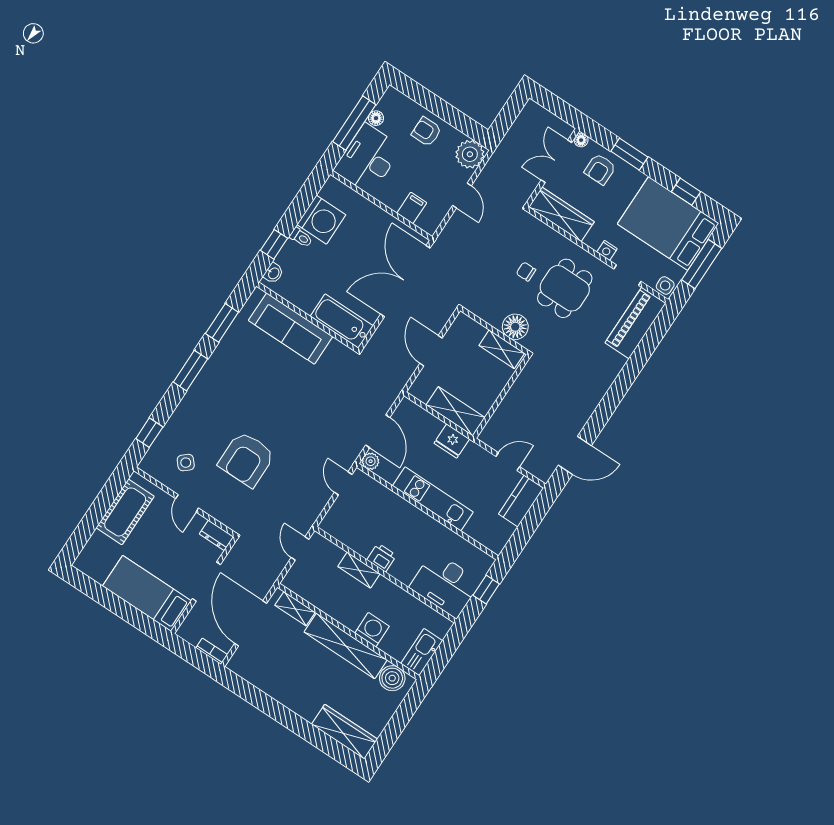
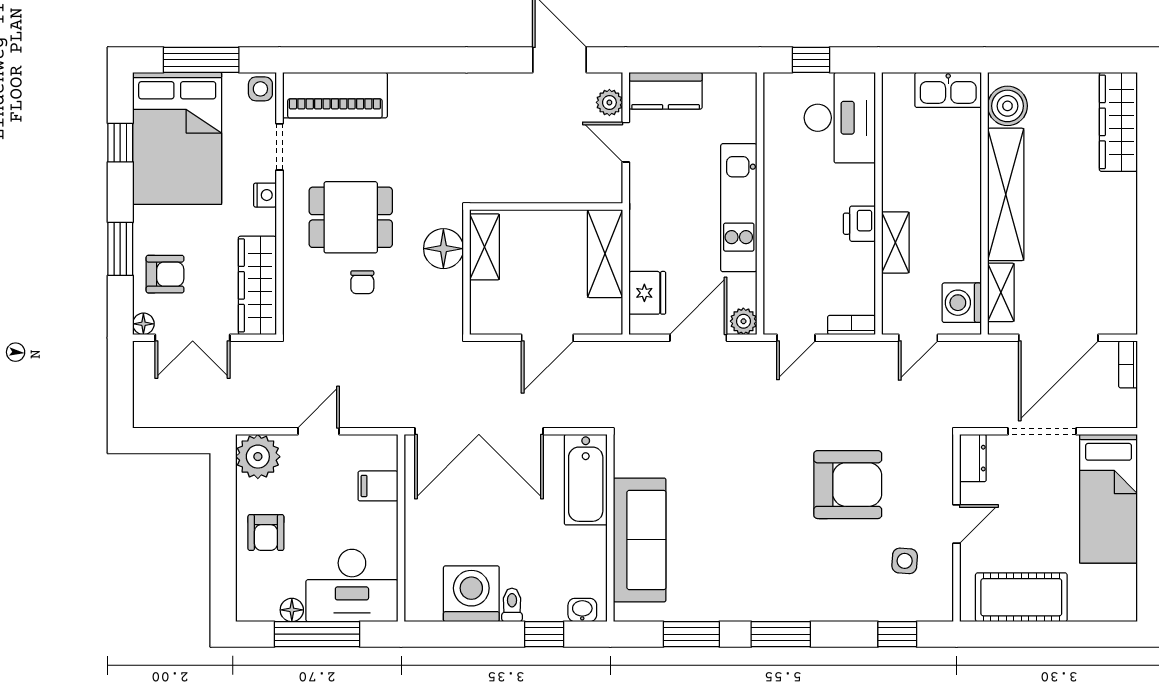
fridge: (452, 441) -> (647, 293), moved
side table: (186, 463) -> (905, 561), turned 45
plant: (535, 467) -> (609, 102), added
bookcase: (330, 518) -> (851, 325), added
washing machine: (372, 630) -> (962, 303), moved

